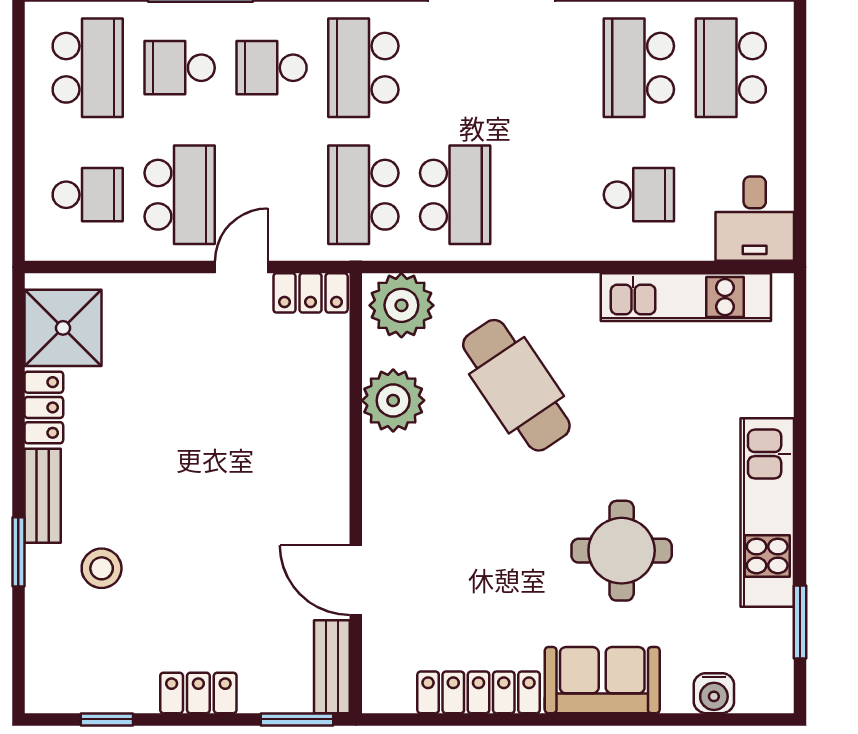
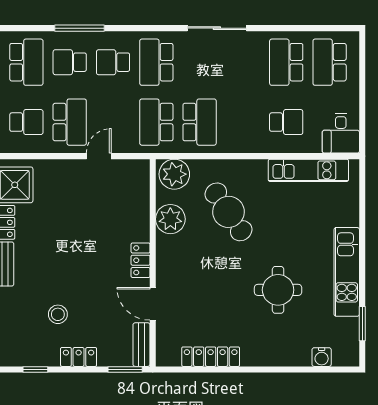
locker: (311, 293) -> (141, 260), moved, turned 90
stool: (102, 568) -> (58, 314), moved
sofa: (602, 680) -> (269, 351), removed

